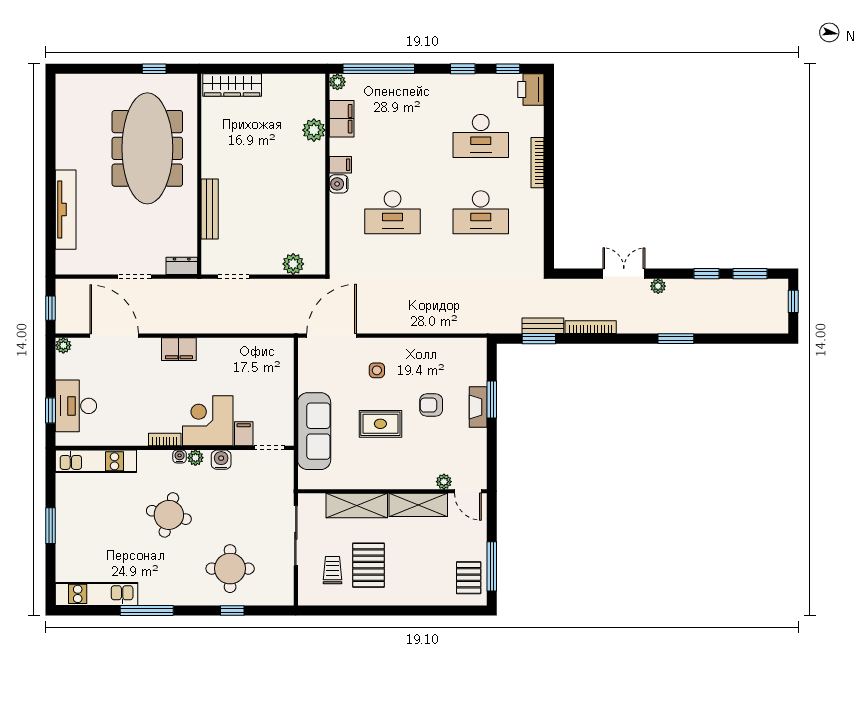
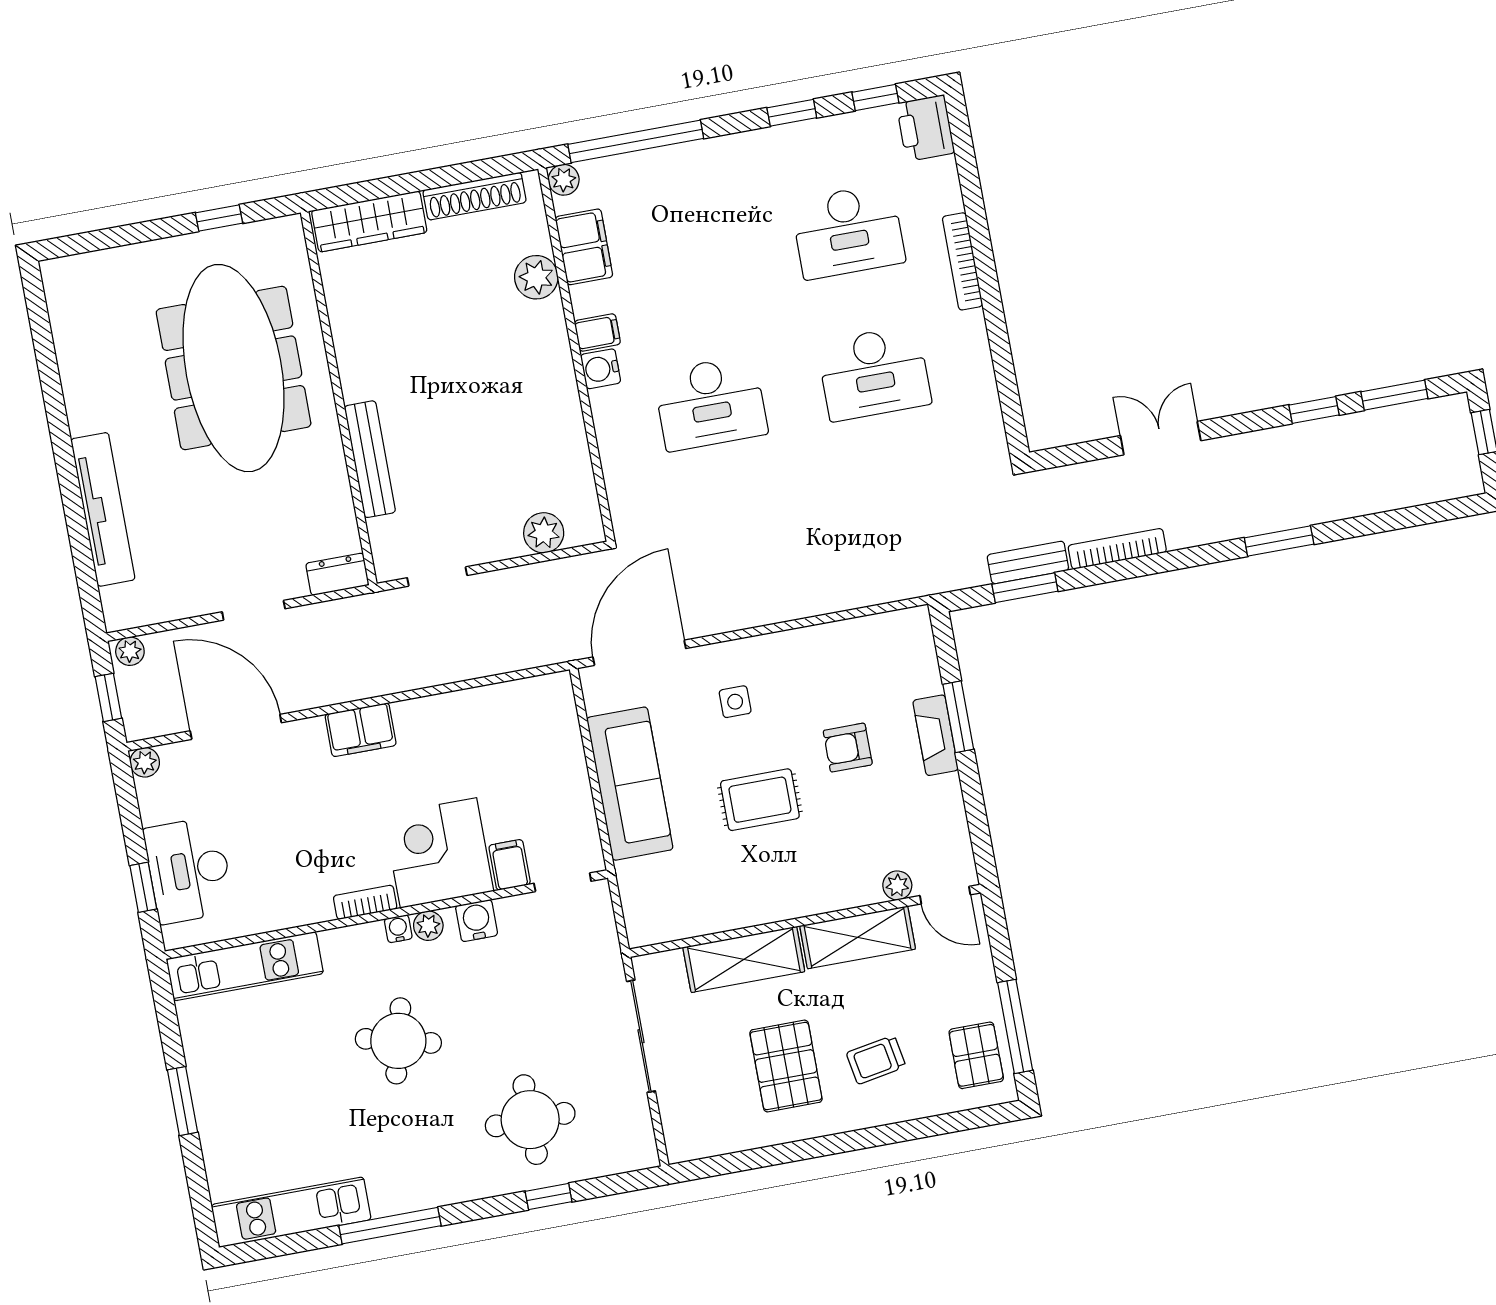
shoe rack: (289, 82) -> (475, 196), added
plant: (658, 286) -> (130, 651), moved
sofa: (314, 431) -> (630, 784), moved
trolley: (332, 570) -> (876, 1060), moved, turned -100

